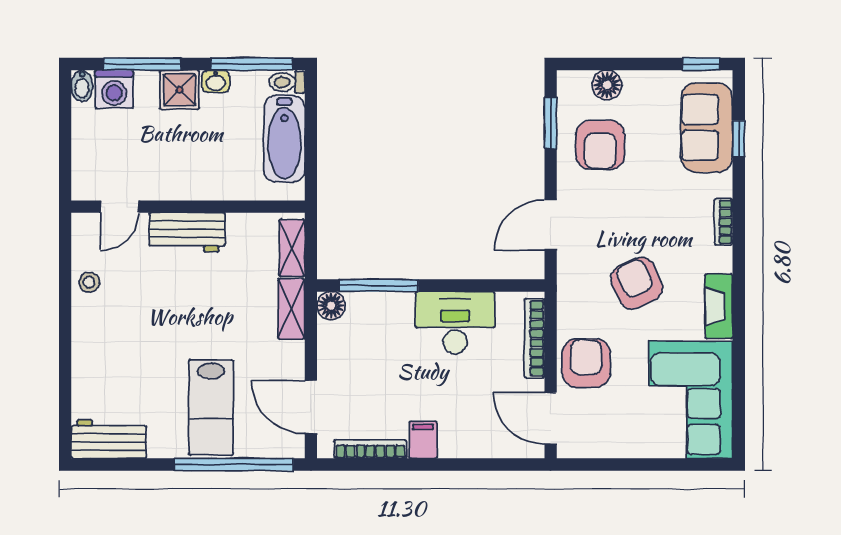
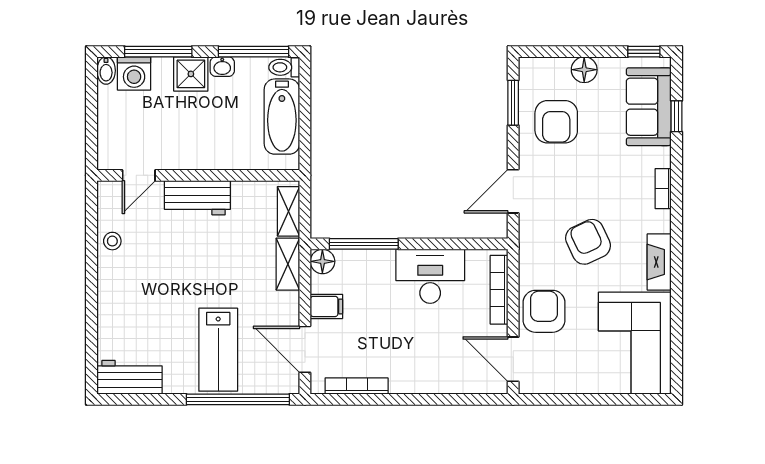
floor lamp: (607, 85) -> (584, 70), moved
filing cabinet: (423, 440) -> (326, 306), moved, turned 90

